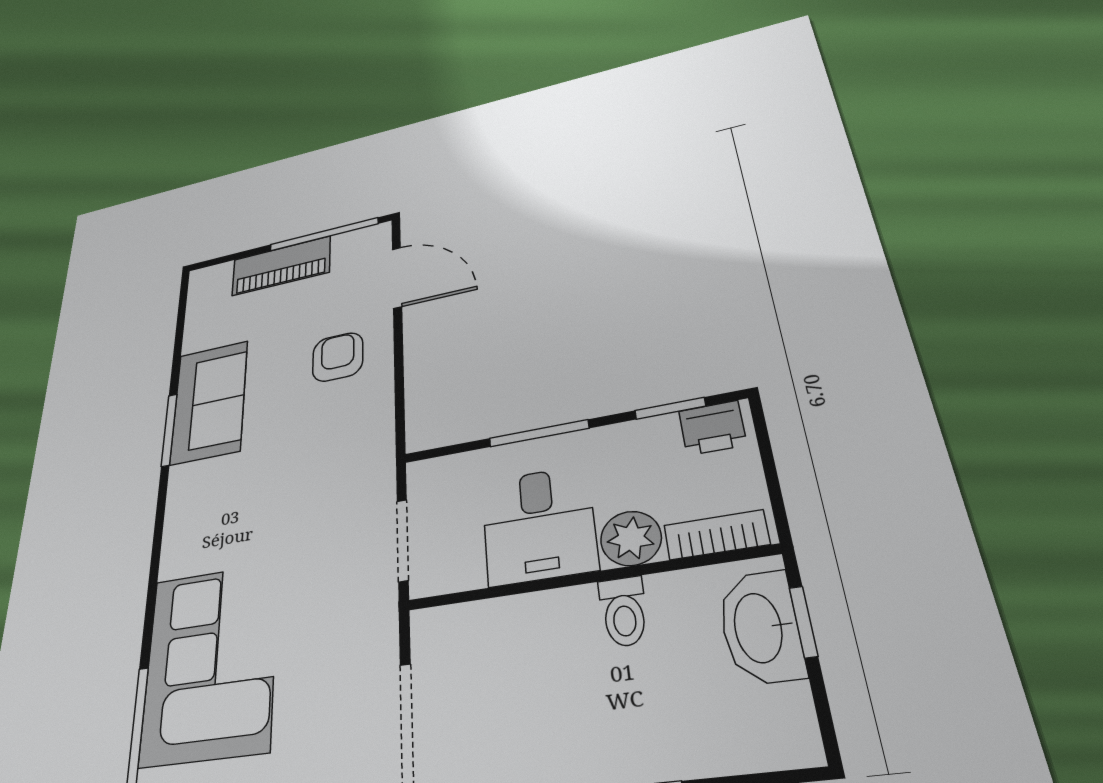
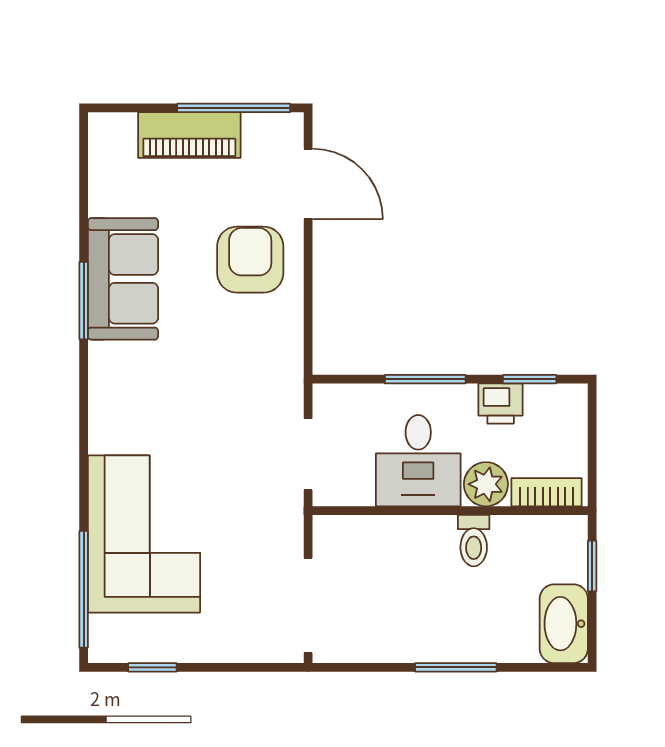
armchair: (338, 357) -> (250, 260), width x1.38, depth x1.38
printer: (712, 428) -> (501, 404), moved
washbasin: (760, 627) -> (564, 624), moved

